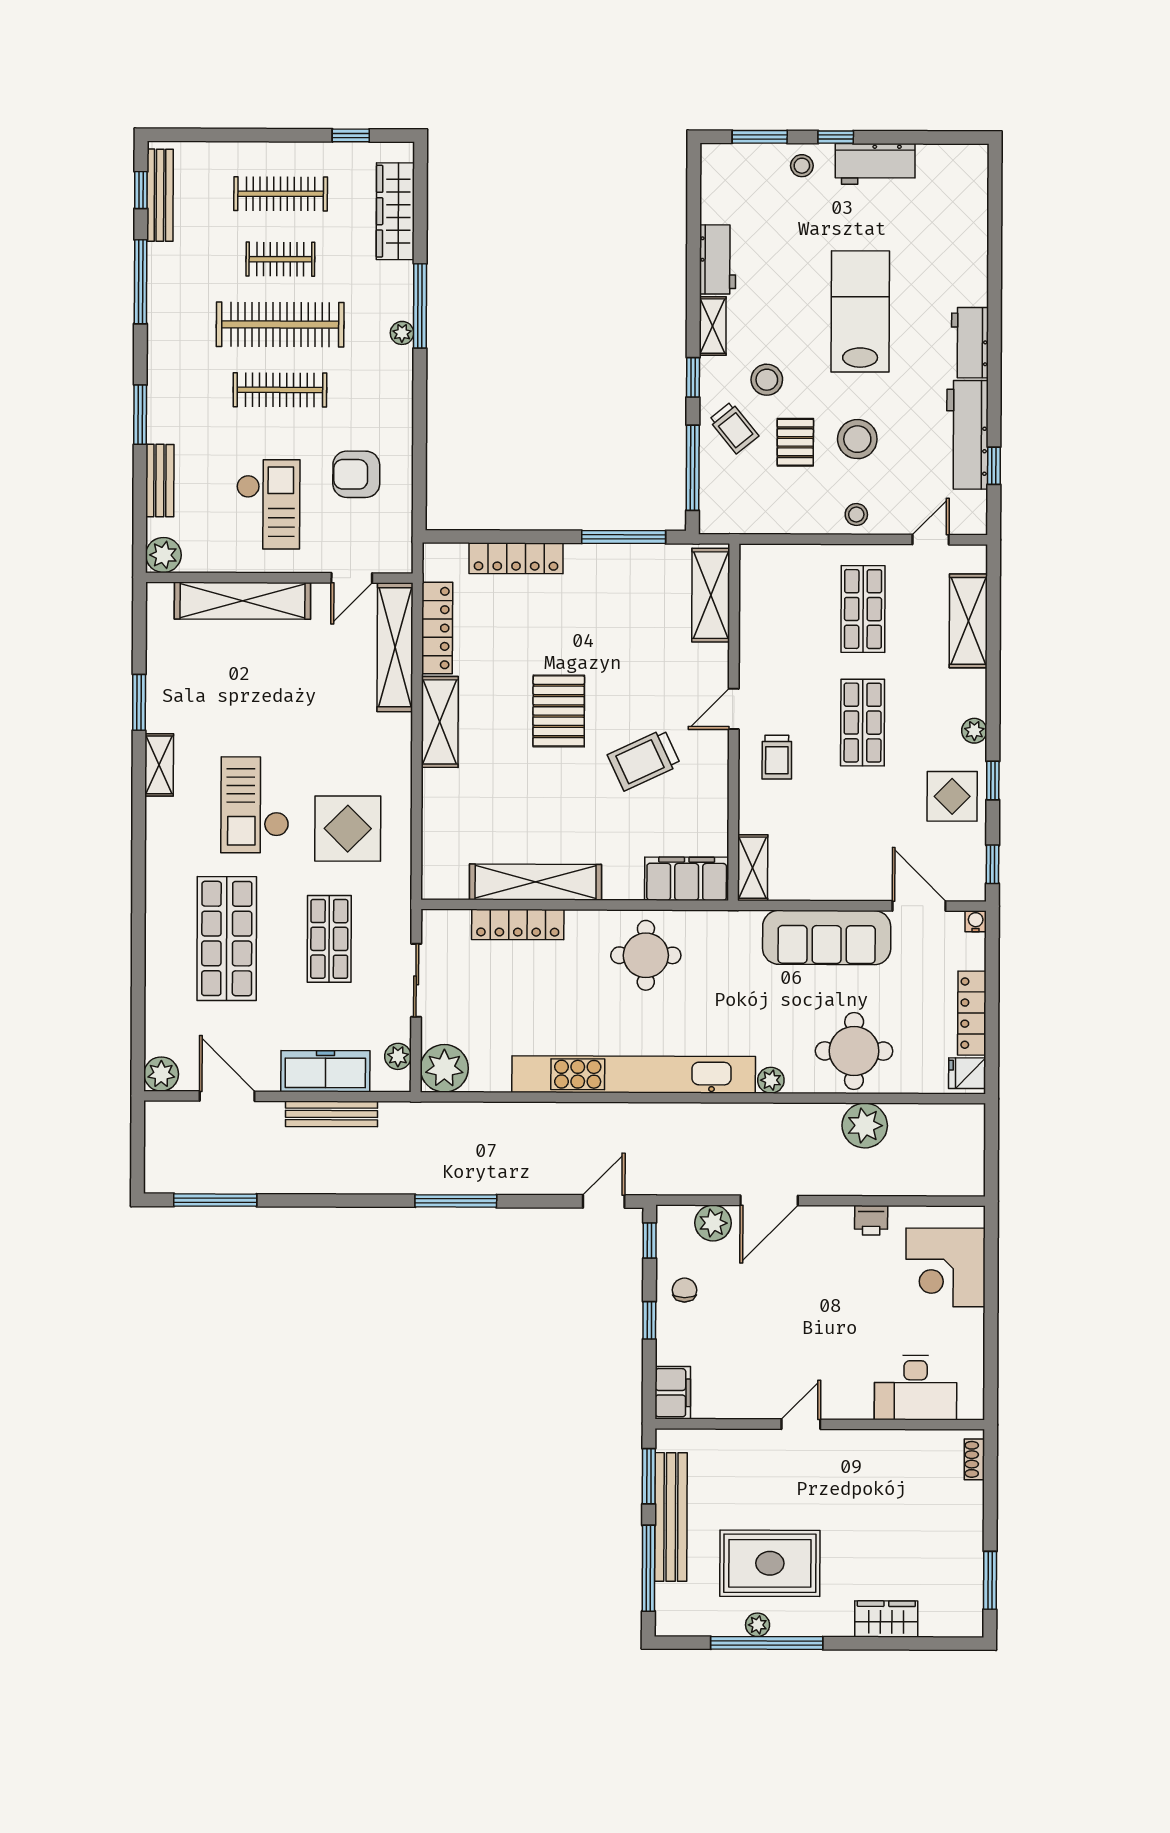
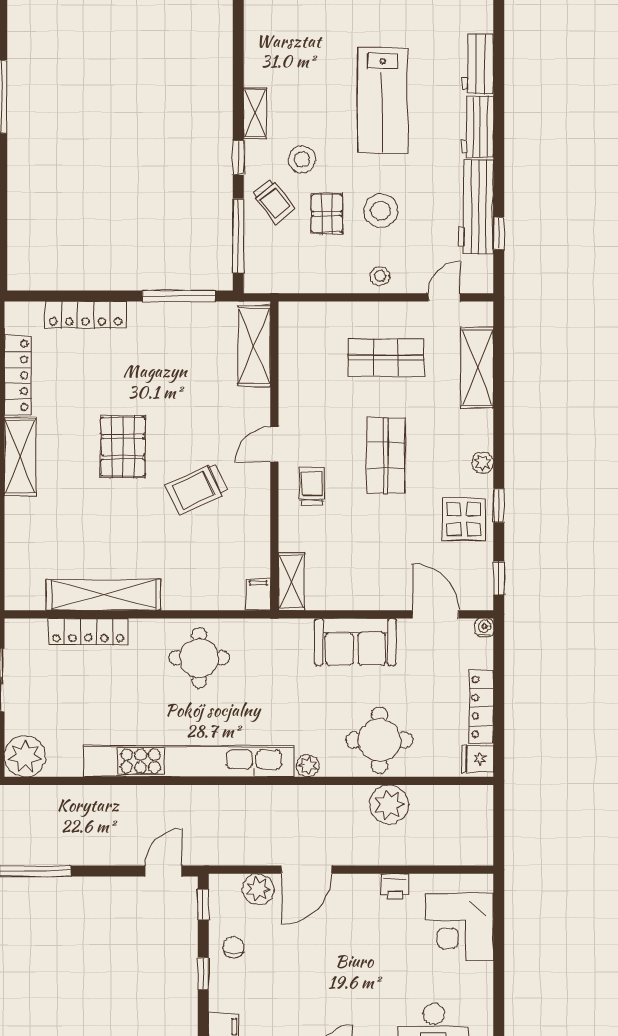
workbench: (718, 259) -> (478, 64), moved, turned 180
lab bench: (860, 311) -> (383, 100), turned 180
shop shelf: (863, 609) -> (386, 358), turned 90
trolley: (777, 757) -> (312, 486), turned 180
filing cabinet: (687, 879) -> (258, 594), width x0.33, depth x0.86
sofa: (827, 937) -> (355, 642), width x0.73

